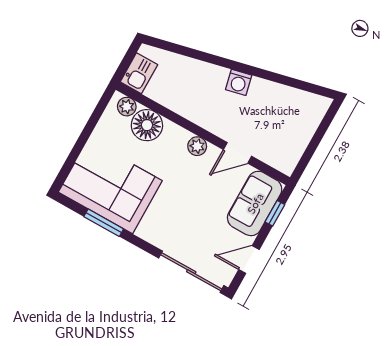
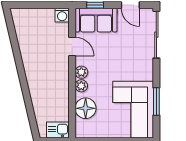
washing machine: (239, 82) -> (62, 15), moved, turned 103
plant: (127, 107) -> (81, 86), moved

